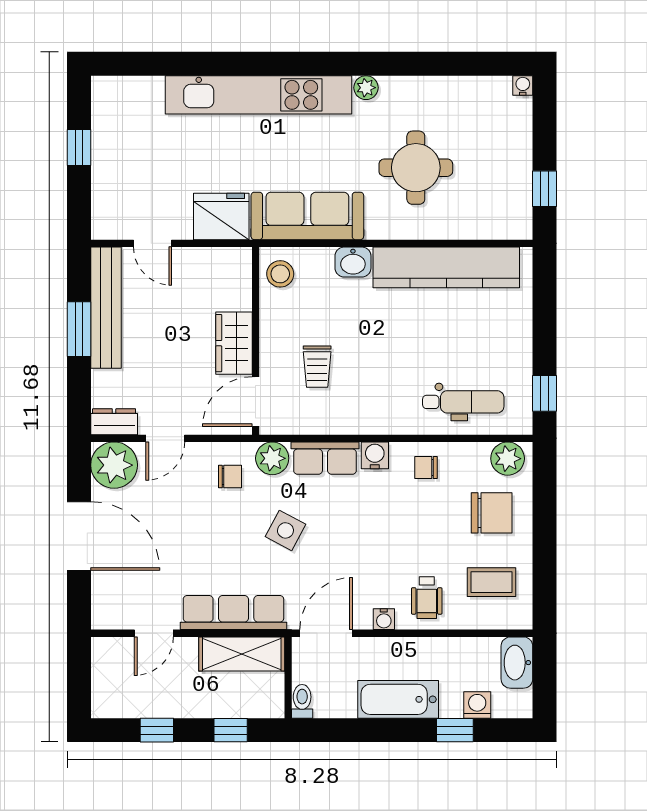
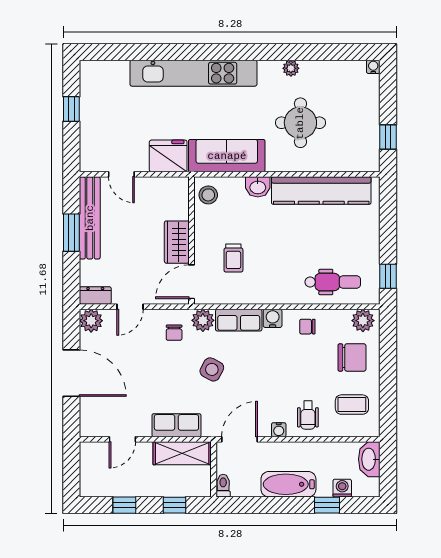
plant: (366, 88) -> (291, 68), moved
plant: (114, 465) -> (91, 321), width x0.73, depth x0.73
chair: (230, 476) -> (174, 333), turned 90
row of seats: (233, 613) -> (176, 425), width x0.68

